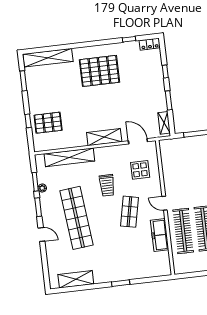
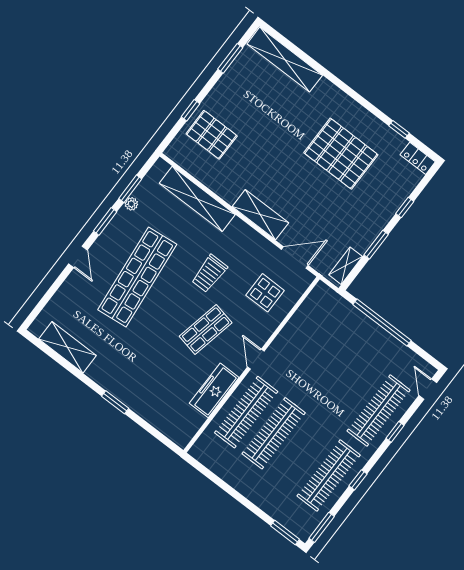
pallet: (99, 71) -> (341, 154), moved
door: (138, 141) -> (295, 257), hinge flipped

